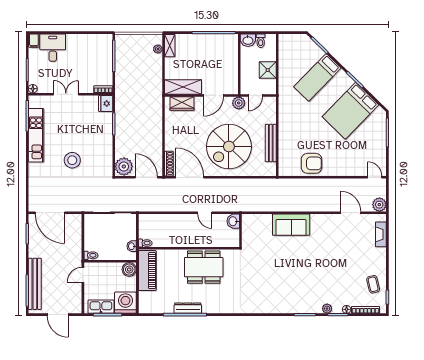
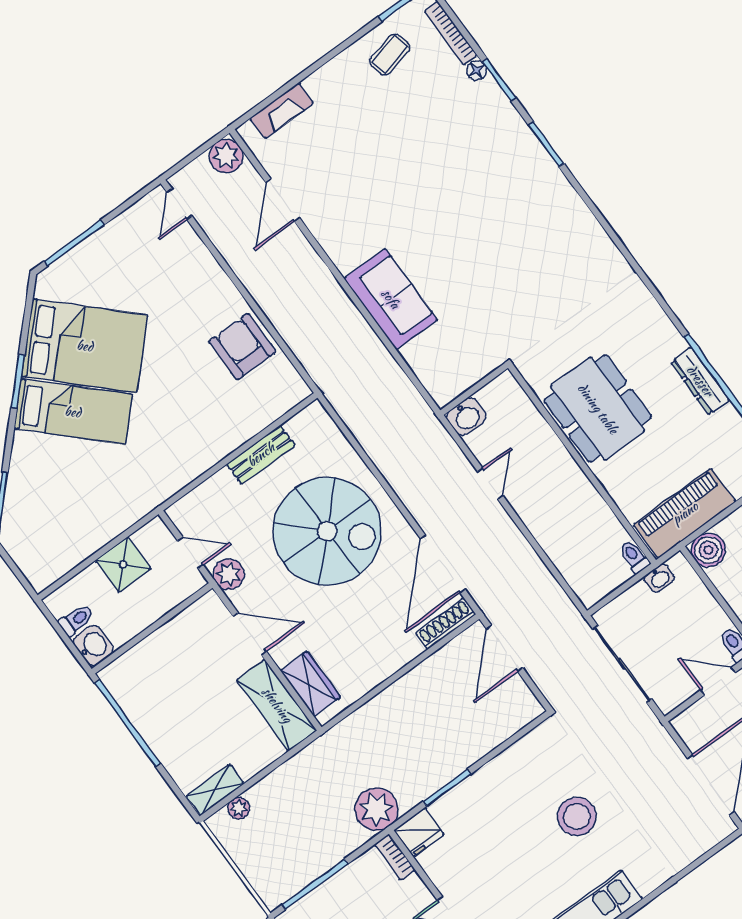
bed: (317, 77) -> (73, 412), moved
bench: (271, 143) -> (261, 455), width x0.73
plant: (124, 166) -> (376, 809), moved
door: (83, 241) -> (718, 681), added
plant: (327, 309) -> (503, 110), removed

